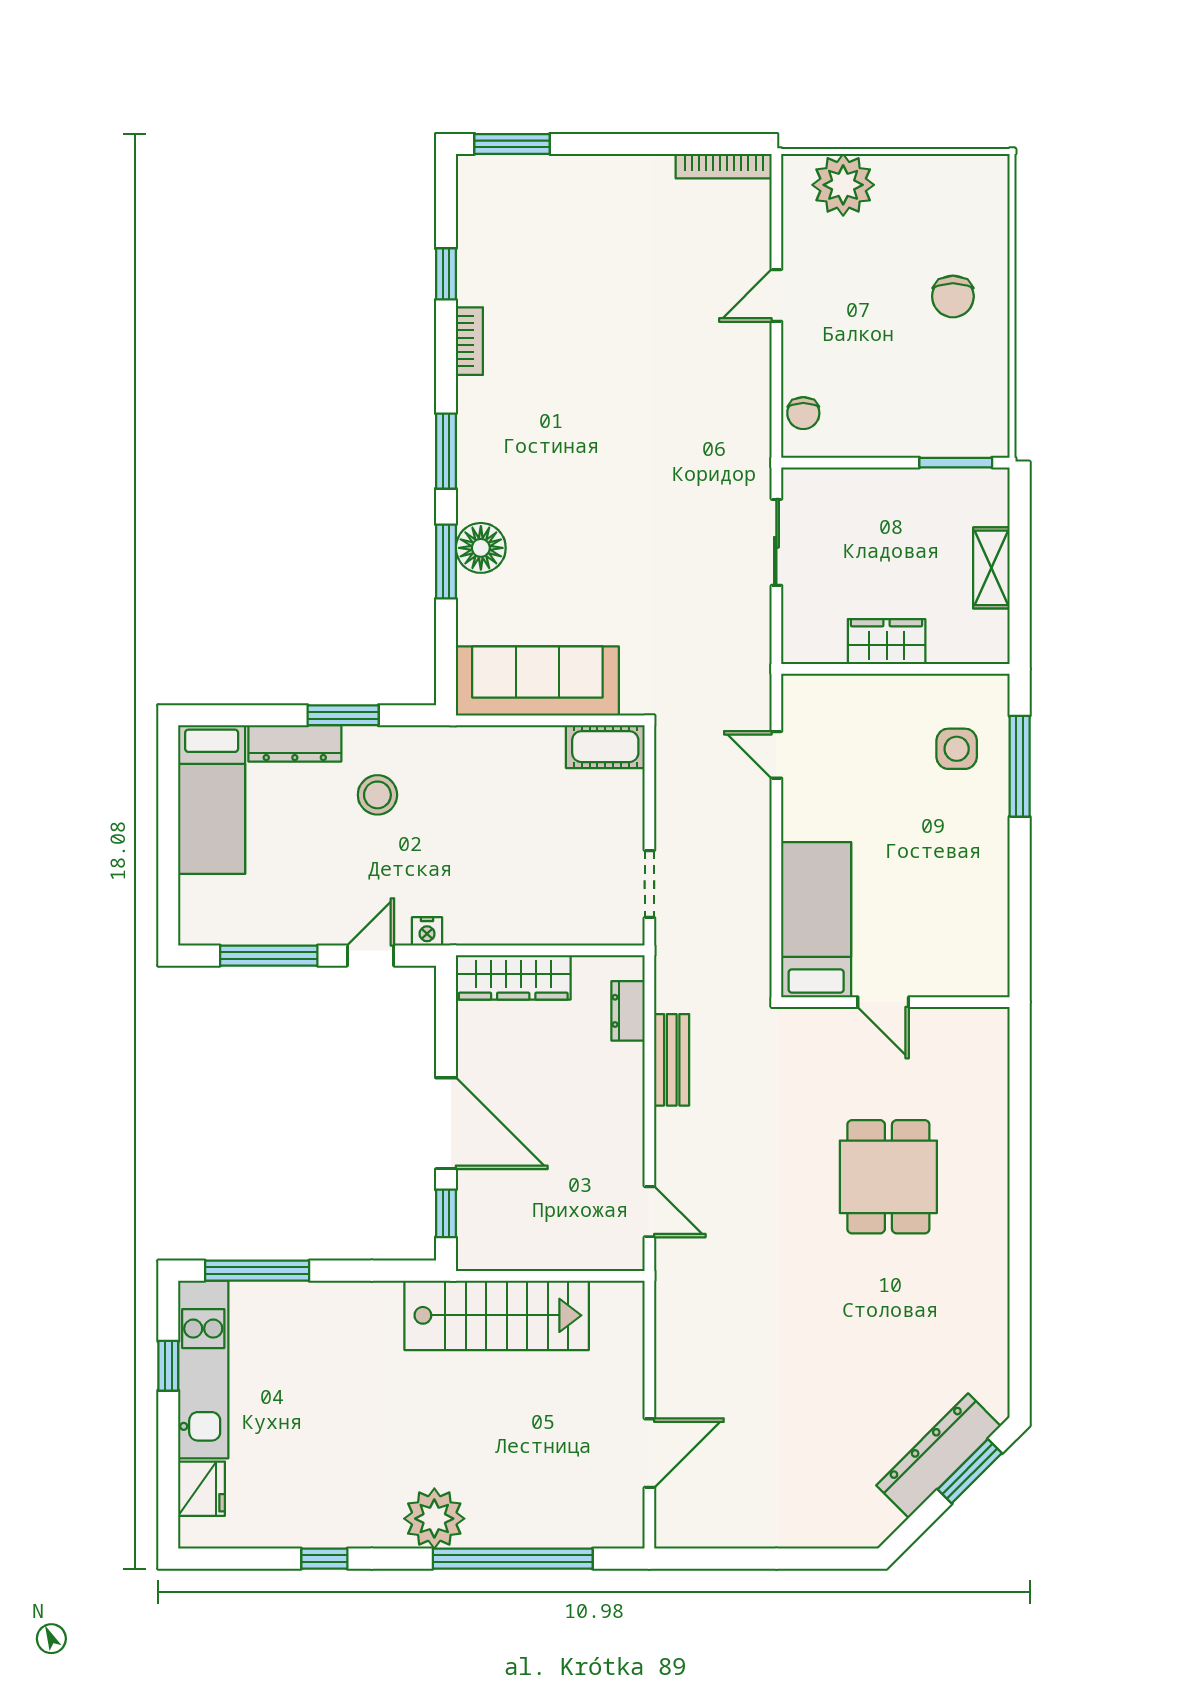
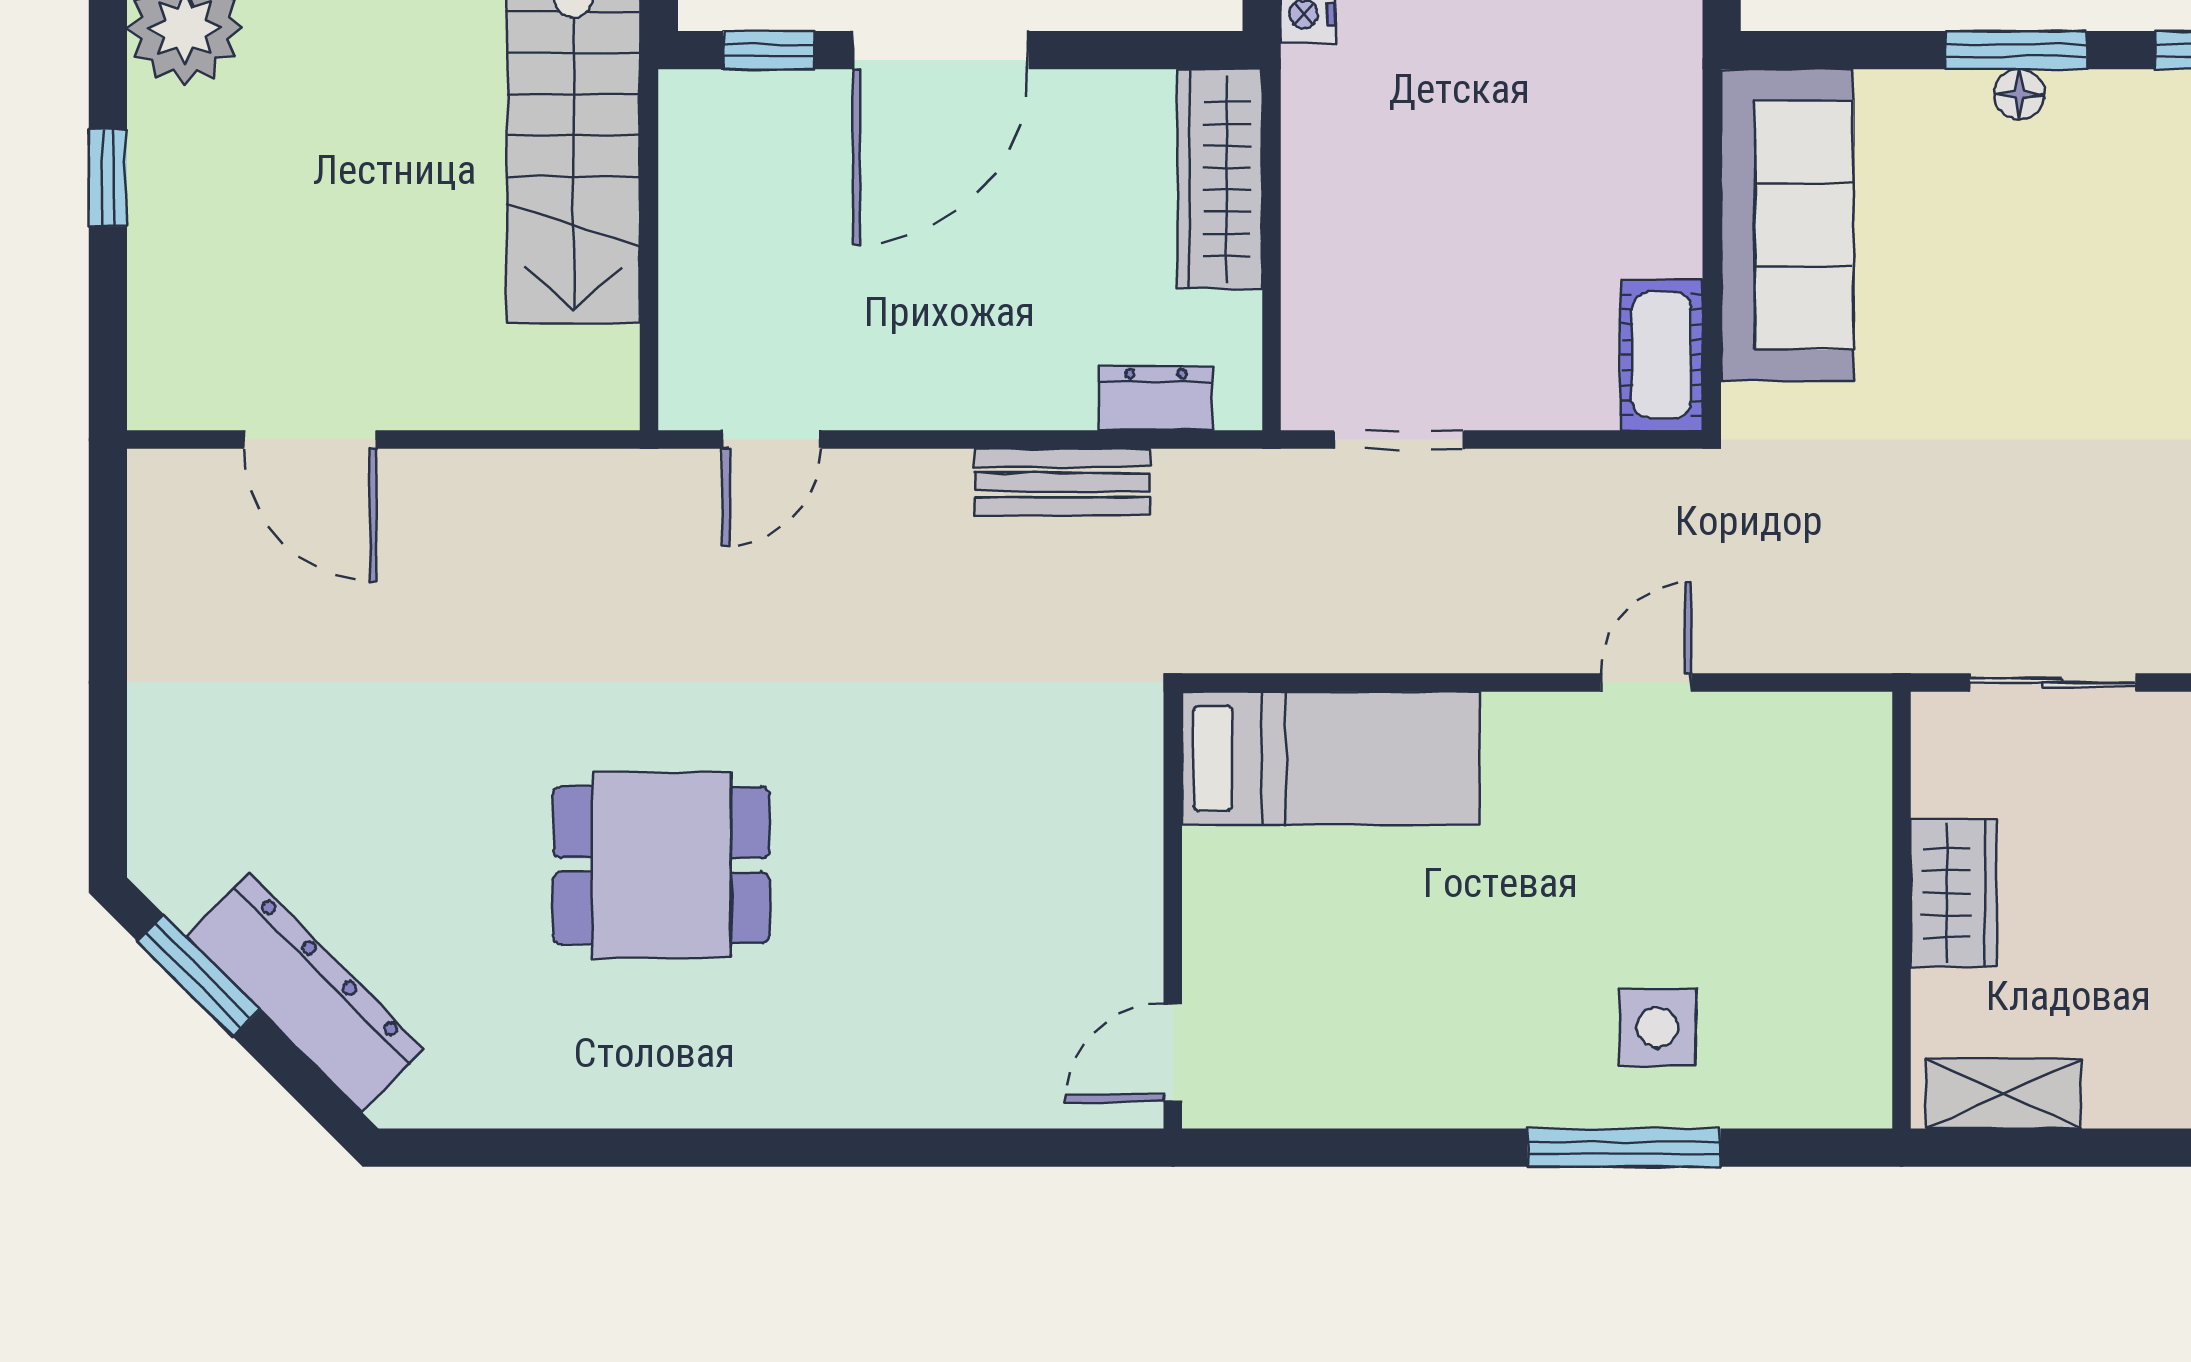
floor lamp: (481, 548) -> (2019, 94), width x0.53, depth x0.53
wardrobe: (887, 642) -> (1954, 893), moved
wall: (895, 669) -> (1901, 910), moved
door: (883, 1002) -> (1173, 1053), moved
dining table: (888, 1177) -> (661, 865), moved
window: (970, 1471) -> (198, 975), moved
window: (513, 1559) -> (108, 178), width x0.32

